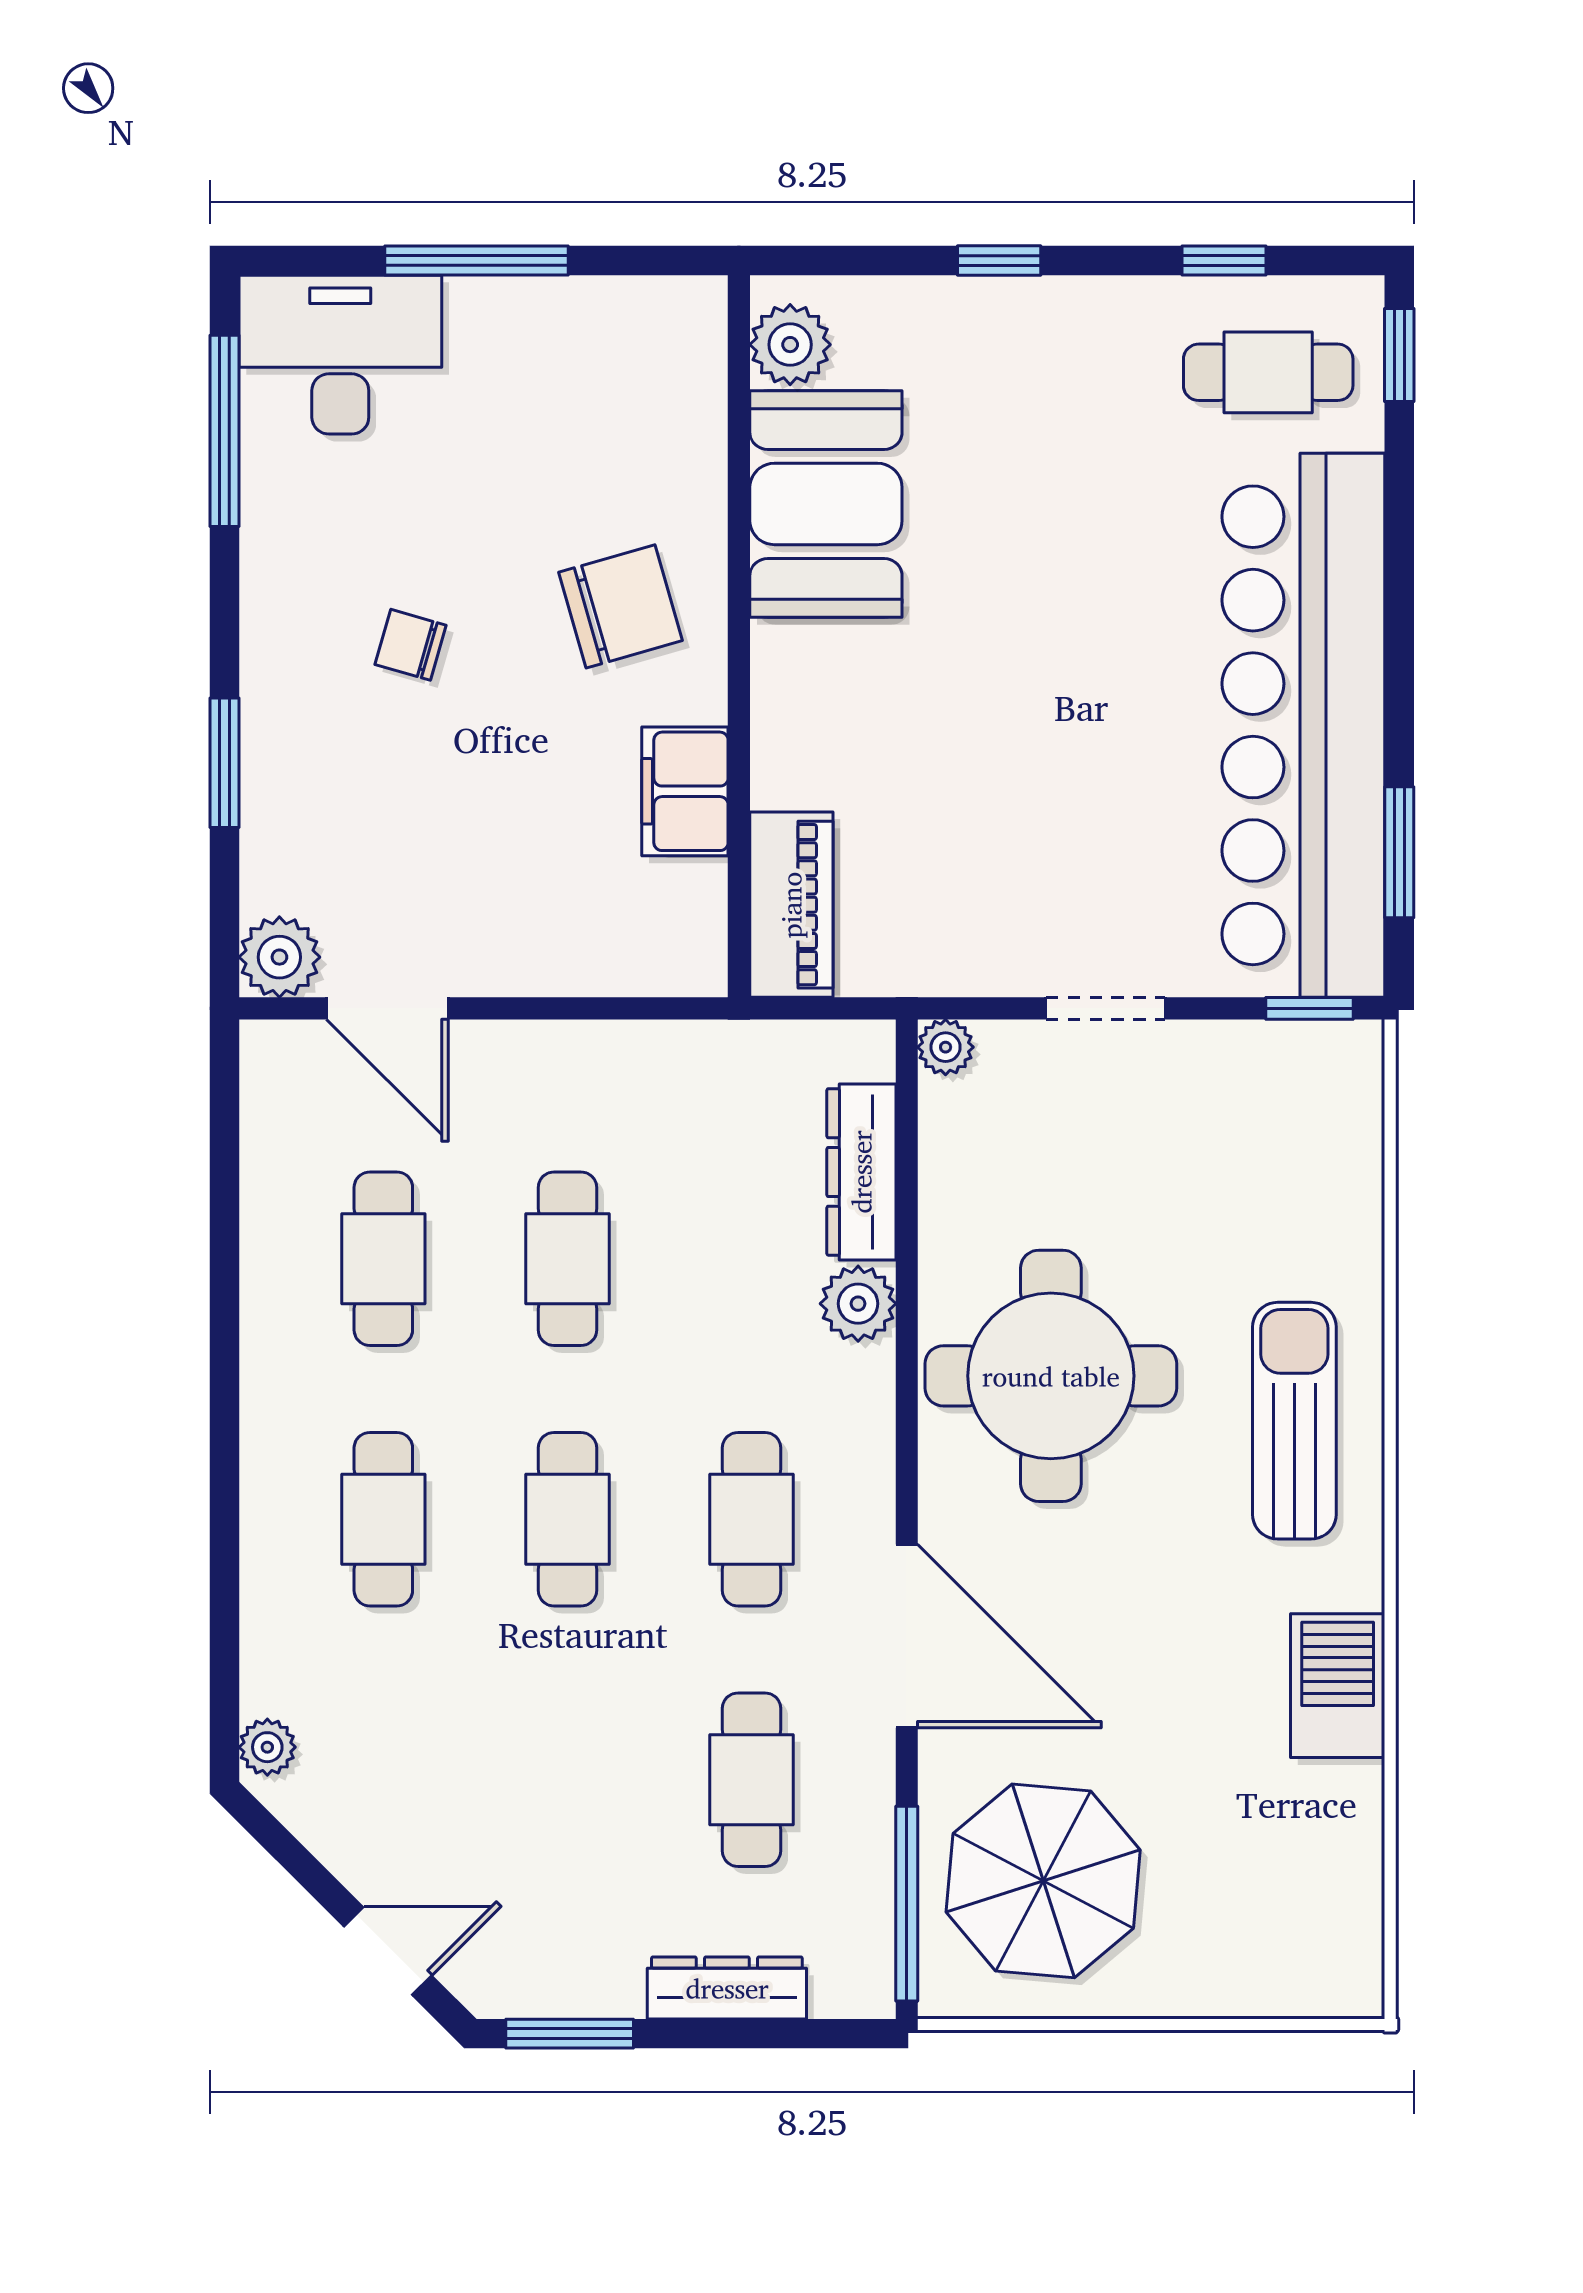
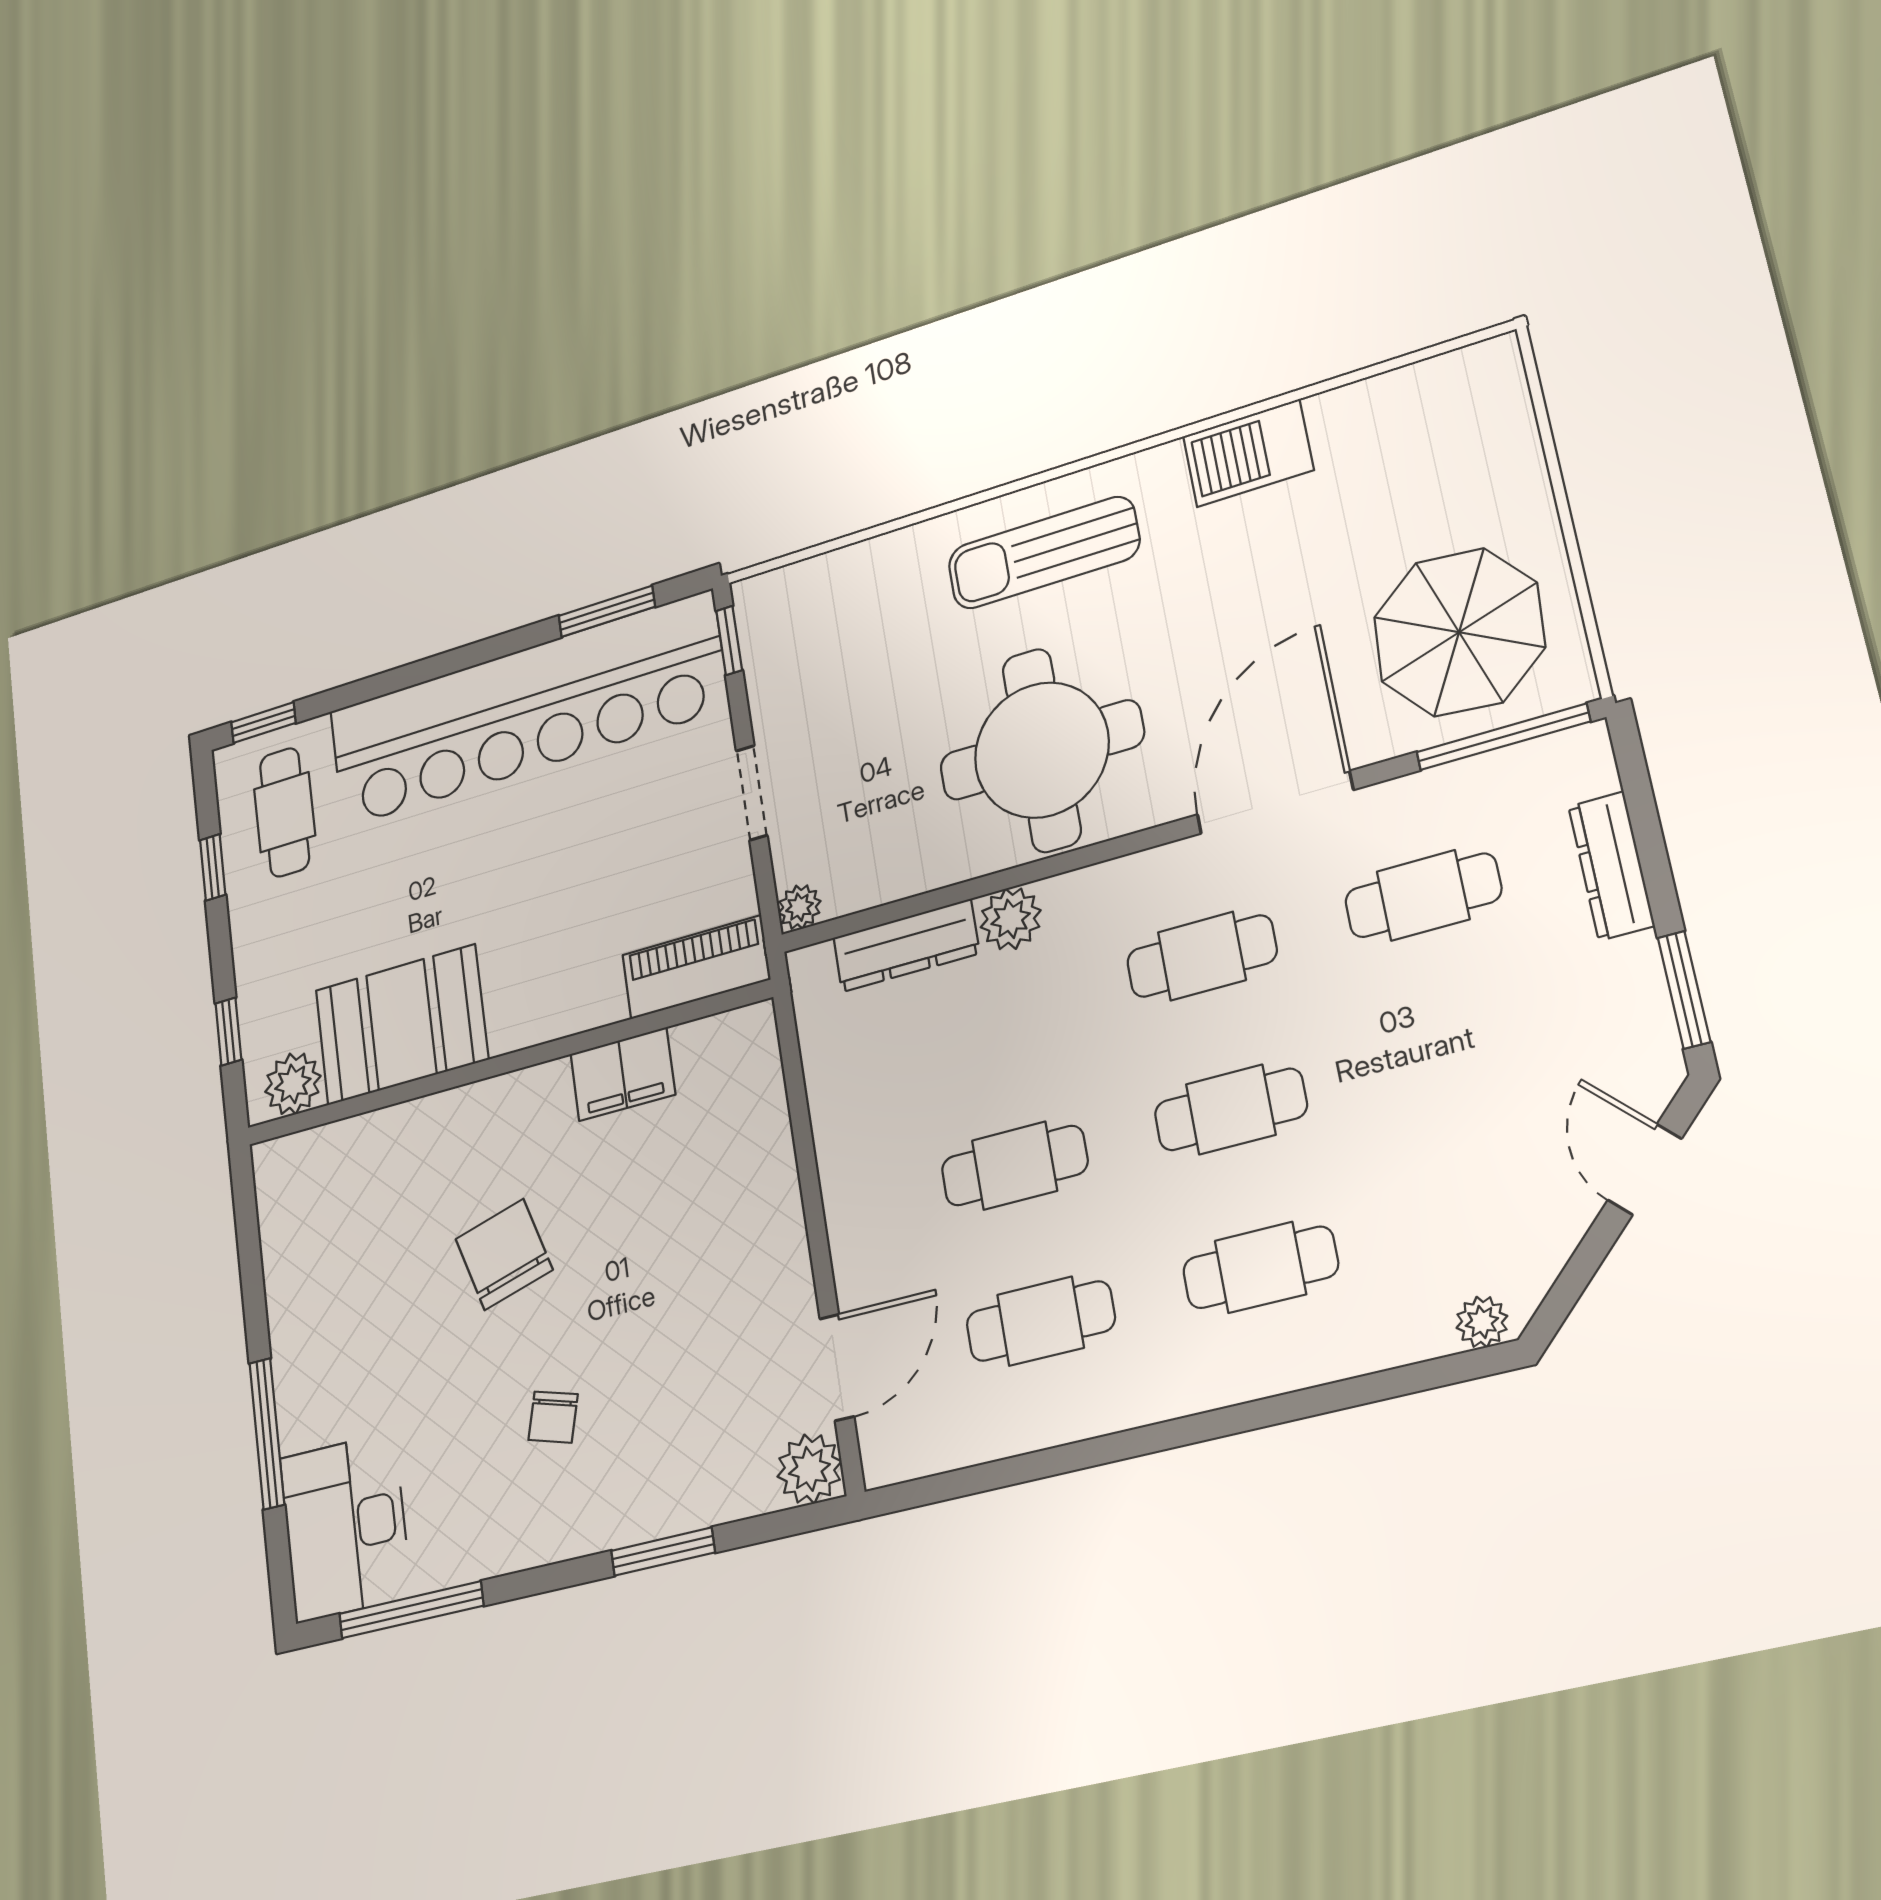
plant: (790, 345) -> (293, 1084), moved
booth: (826, 504) -> (401, 1025), moved
wall: (739, 636) -> (504, 1064), moved
filing cabinet: (685, 791) -> (623, 1074), moved
piano: (791, 905) -> (696, 967), moved

